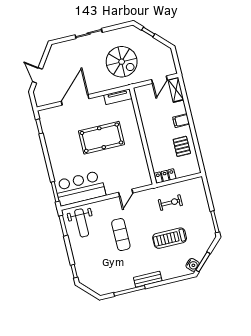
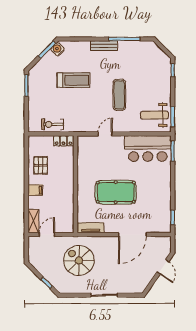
exercise bike: (170, 203) -> (52, 124), moved
weight bench: (82, 223) -> (154, 115), turned -90

